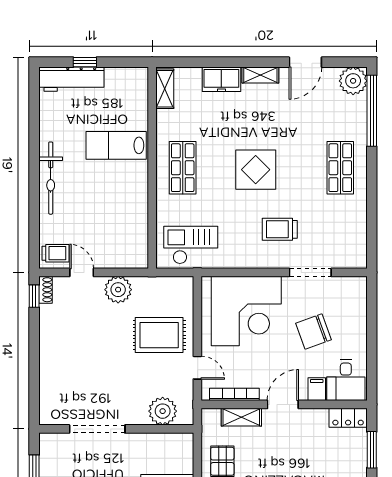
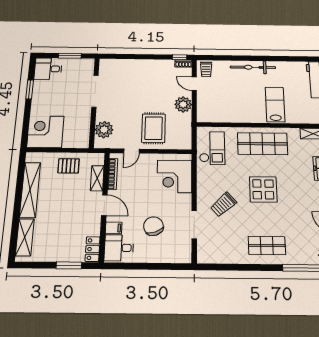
shop shelf: (183, 168) -> (263, 144), width x1.43, depth x1.36
trolley: (280, 229) -> (223, 205), turned -132
door: (82, 272) -> (194, 84), swing flipped
corner desk: (246, 311) -> (175, 176), width x0.74, depth x0.74

